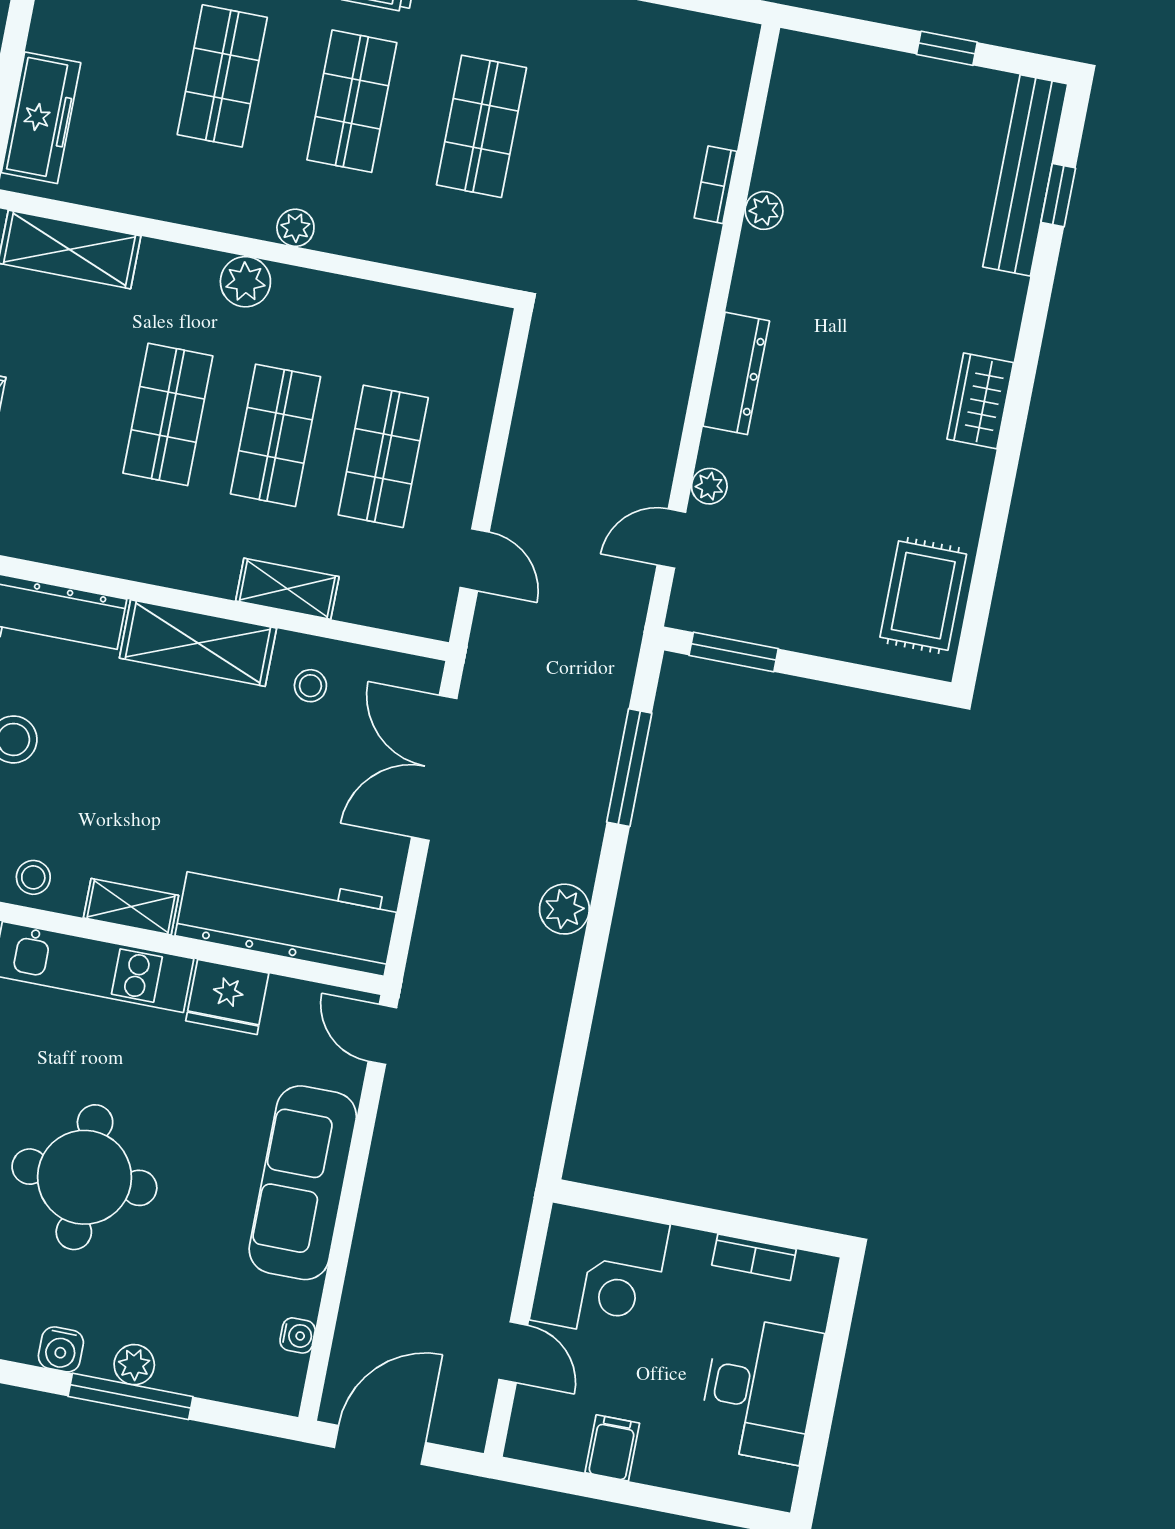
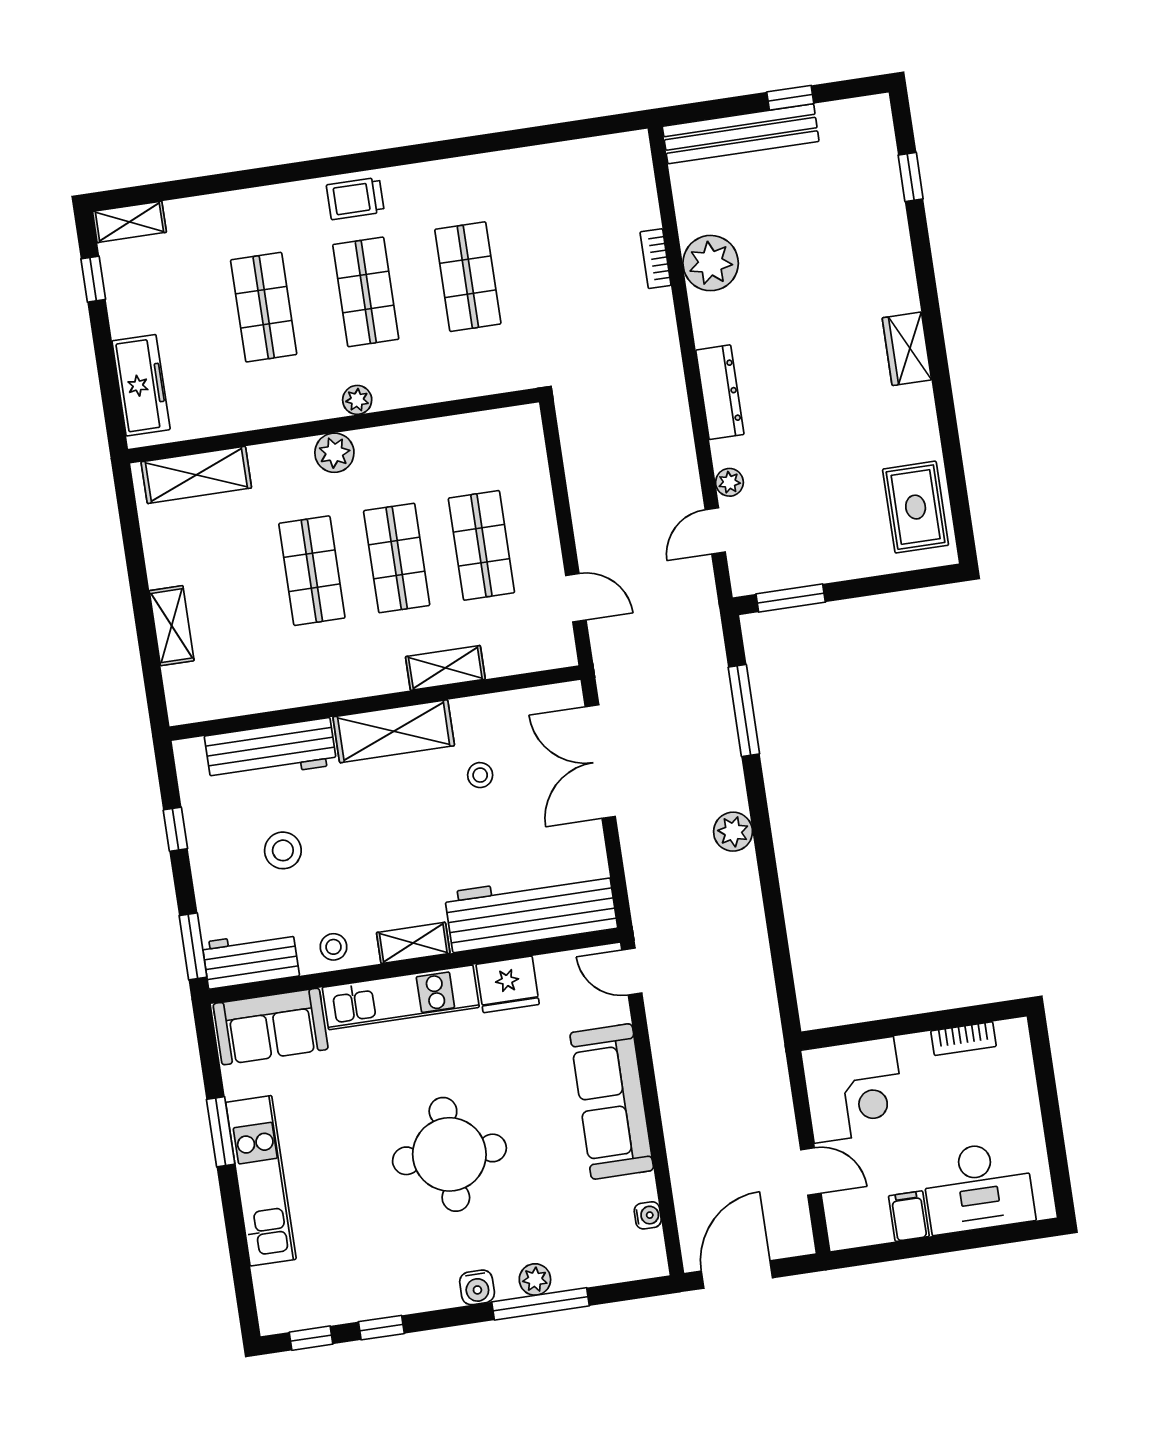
bench: (1025, 175) -> (741, 134), moved, turned 90
plant: (764, 210) -> (711, 263), width x1.88, depth x1.88
stool: (310, 686) -> (480, 775), moved
desk: (760, 1390) -> (978, 1187), moved, turned 90

